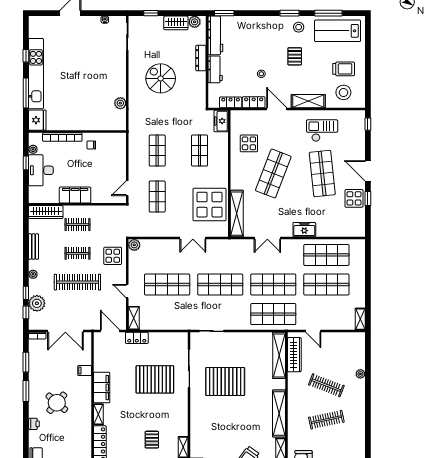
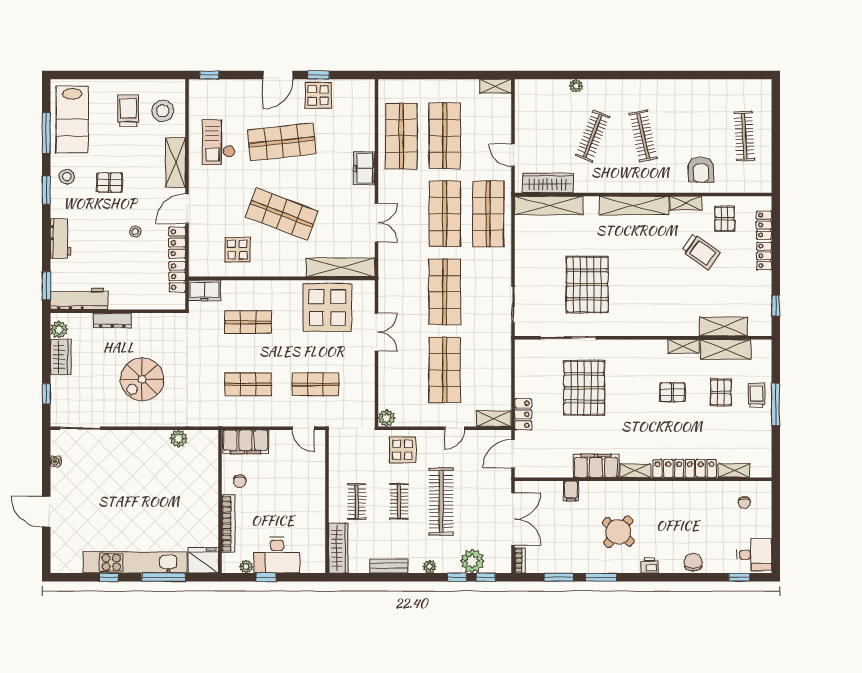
workbench: (215, 69) -> (61, 239), moved, turned 90
filing cabinet: (75, 195) -> (246, 442), moved, turned -90
door: (313, 331) -> (513, 155), swing flipped

